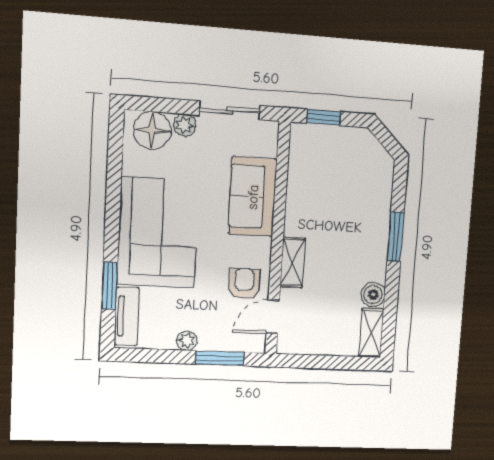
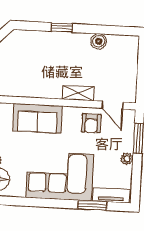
window: (396, 237) -> (62, 28), width x0.67
armchair: (244, 284) -> (91, 123), turned -90
shelving: (371, 333) -> (123, 42), removed

